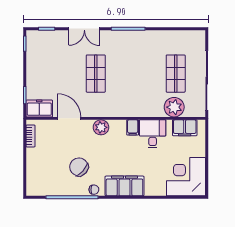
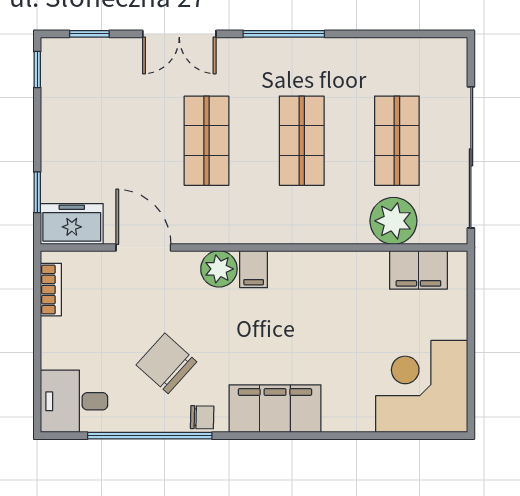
shop shelf: (136, 74) -> (302, 141), added
filing cabinet: (133, 127) -> (254, 269), moved
desk: (153, 134) -> (74, 401), moved, turned -90

